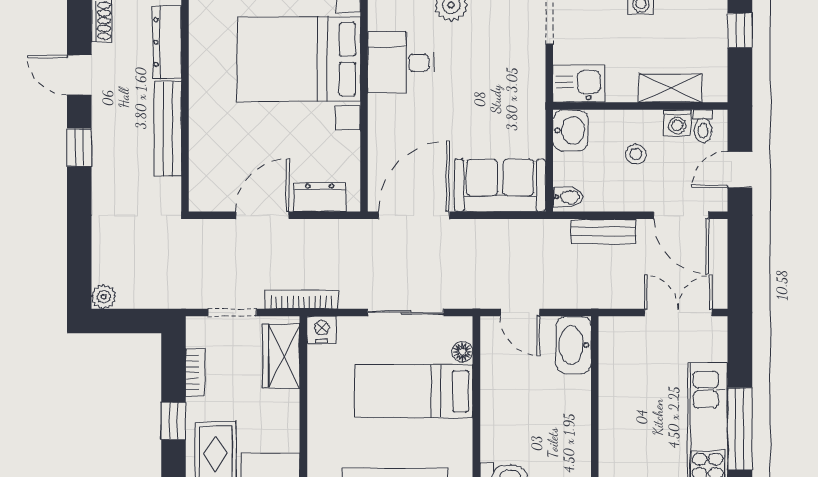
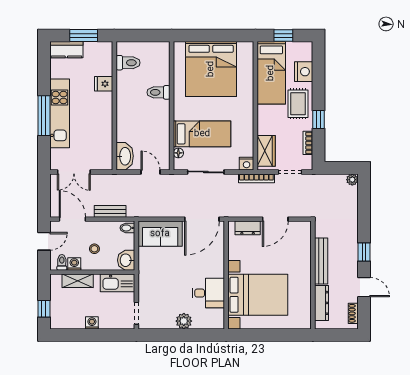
kitchen sink: (579, 84) -> (117, 283), width x1.38

